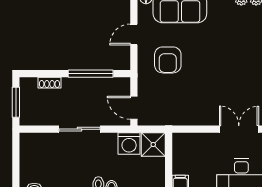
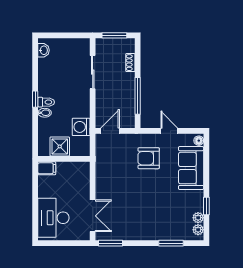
sliding door: (80, 129) -> (93, 72), moved
shower: (153, 145) -> (60, 146), moved

